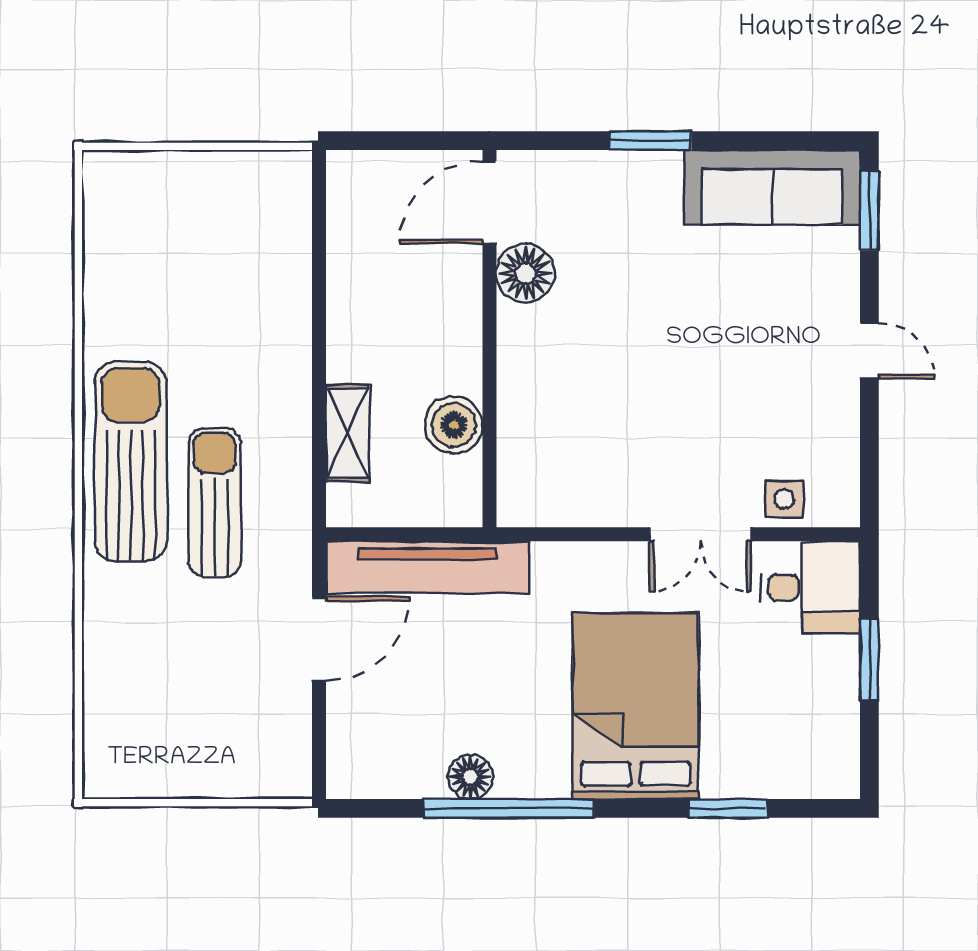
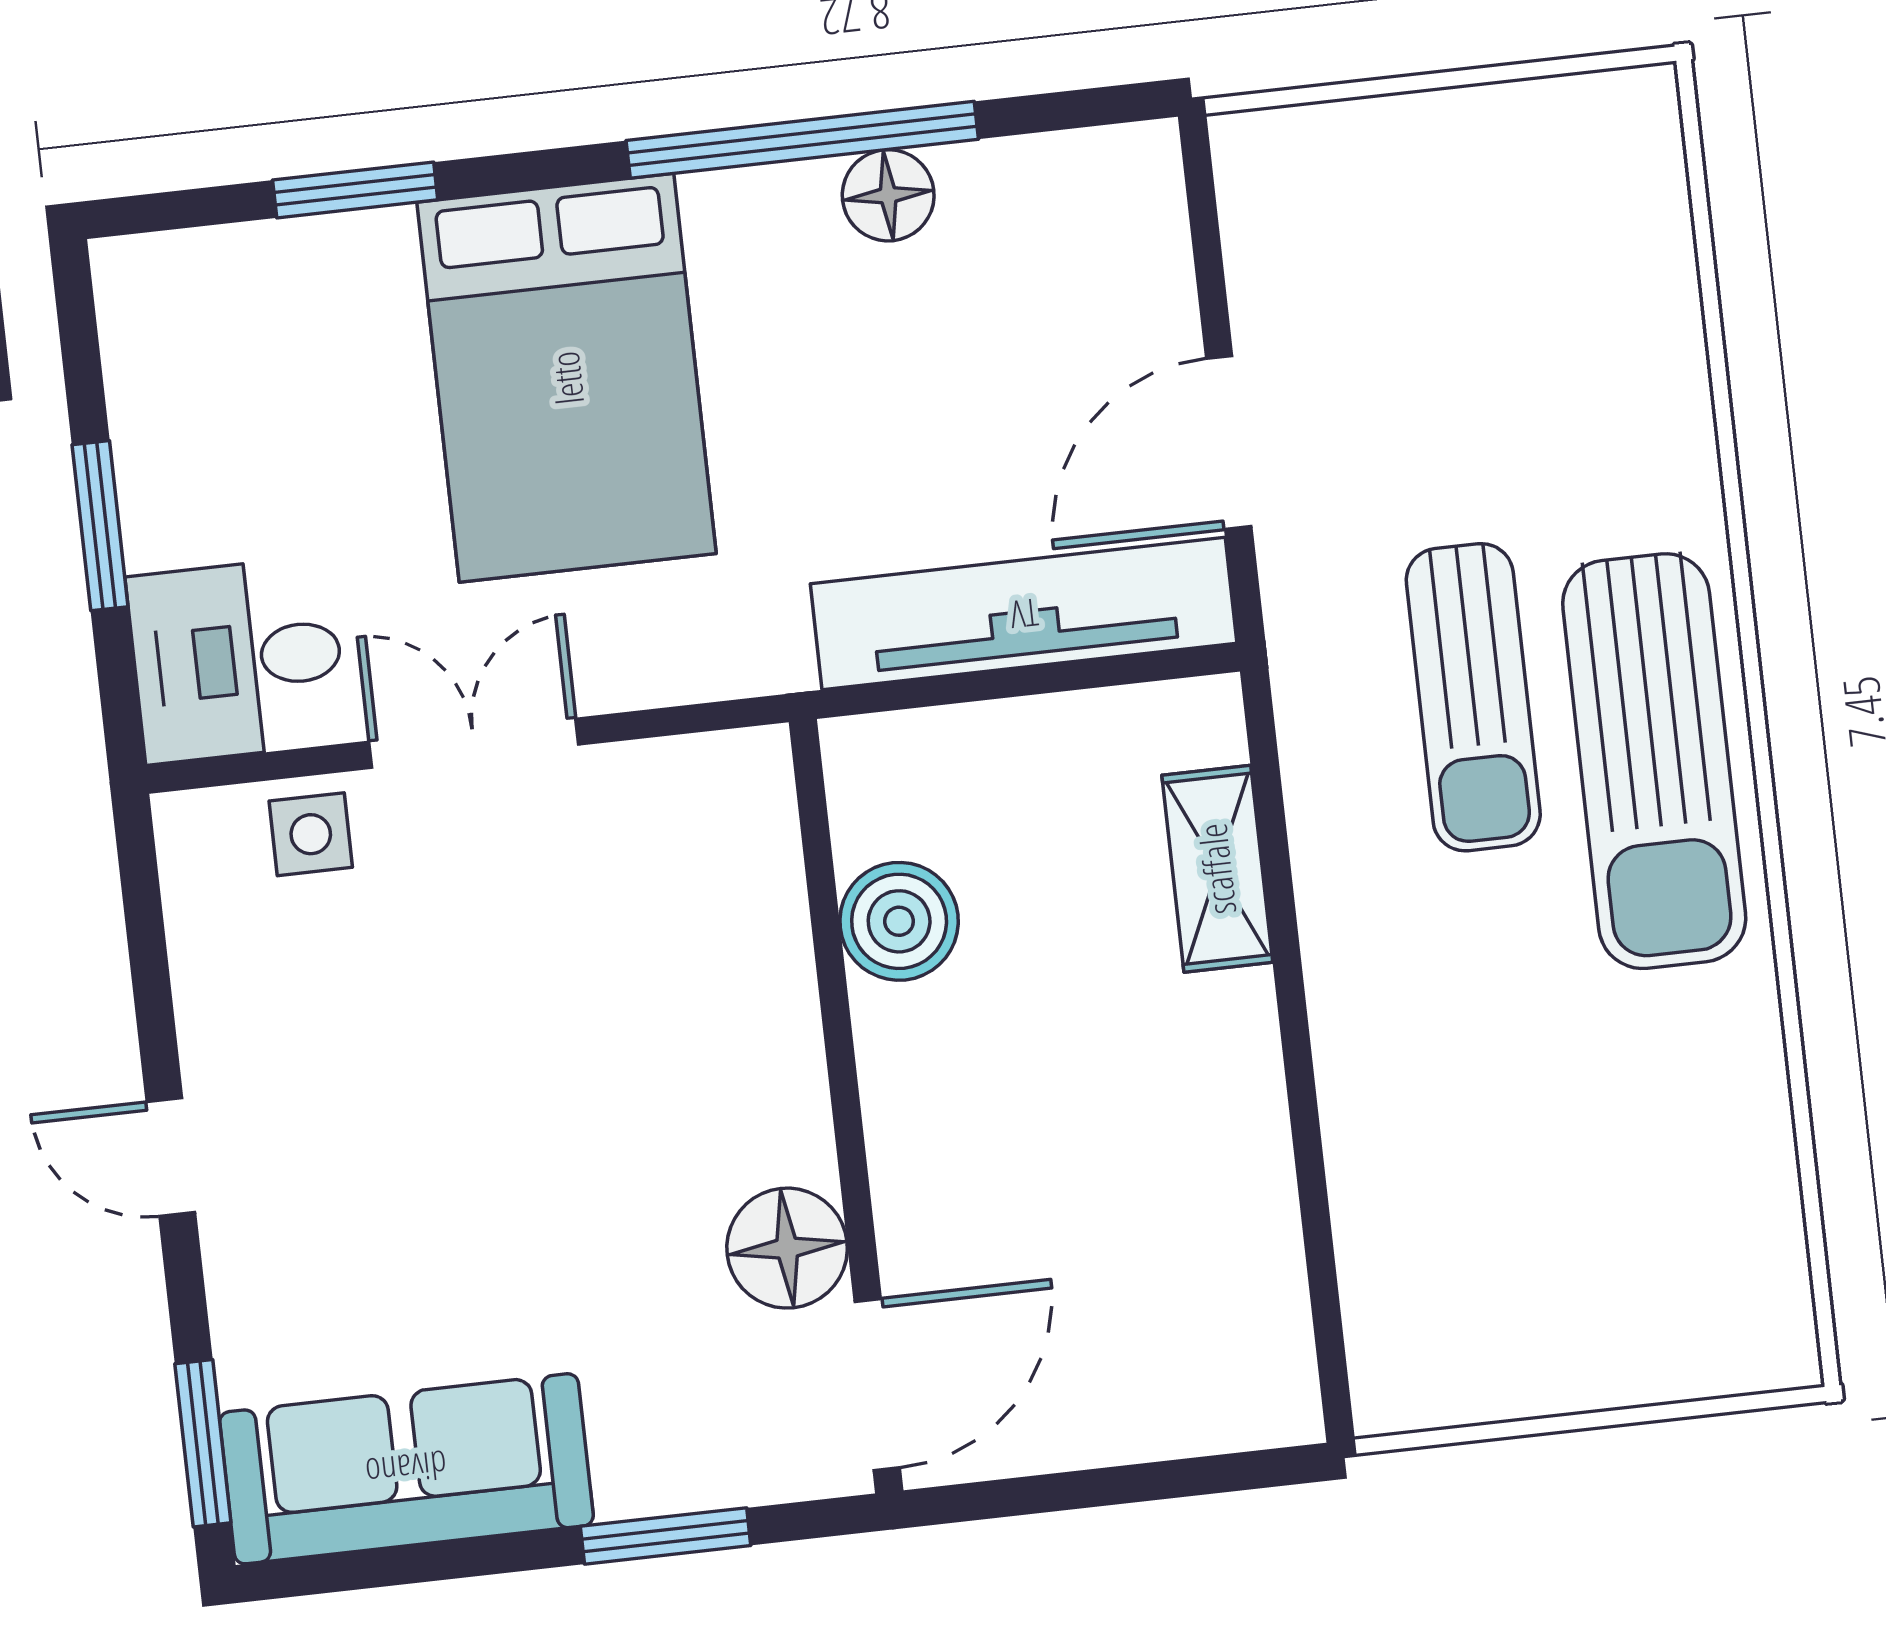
door: (489, 202) -> (877, 1384), moved
floor lamp: (526, 273) -> (787, 1248), moved
wall: (489, 339) -> (846, 1106), moved
boiler: (454, 425) -> (899, 921), moved

